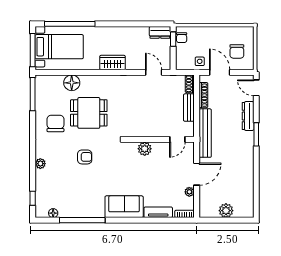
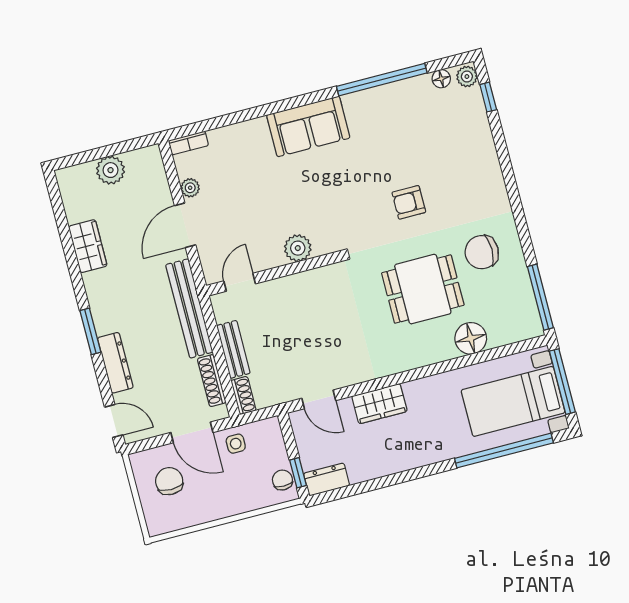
wardrobe: (112, 63) -> (379, 404), moved
chair: (55, 123) -> (482, 252), turned 90
plant: (40, 164) -> (467, 77), moved
wardrobe: (247, 176) -> (88, 246), added
tv unit: (158, 212) -> (240, 133), removed

